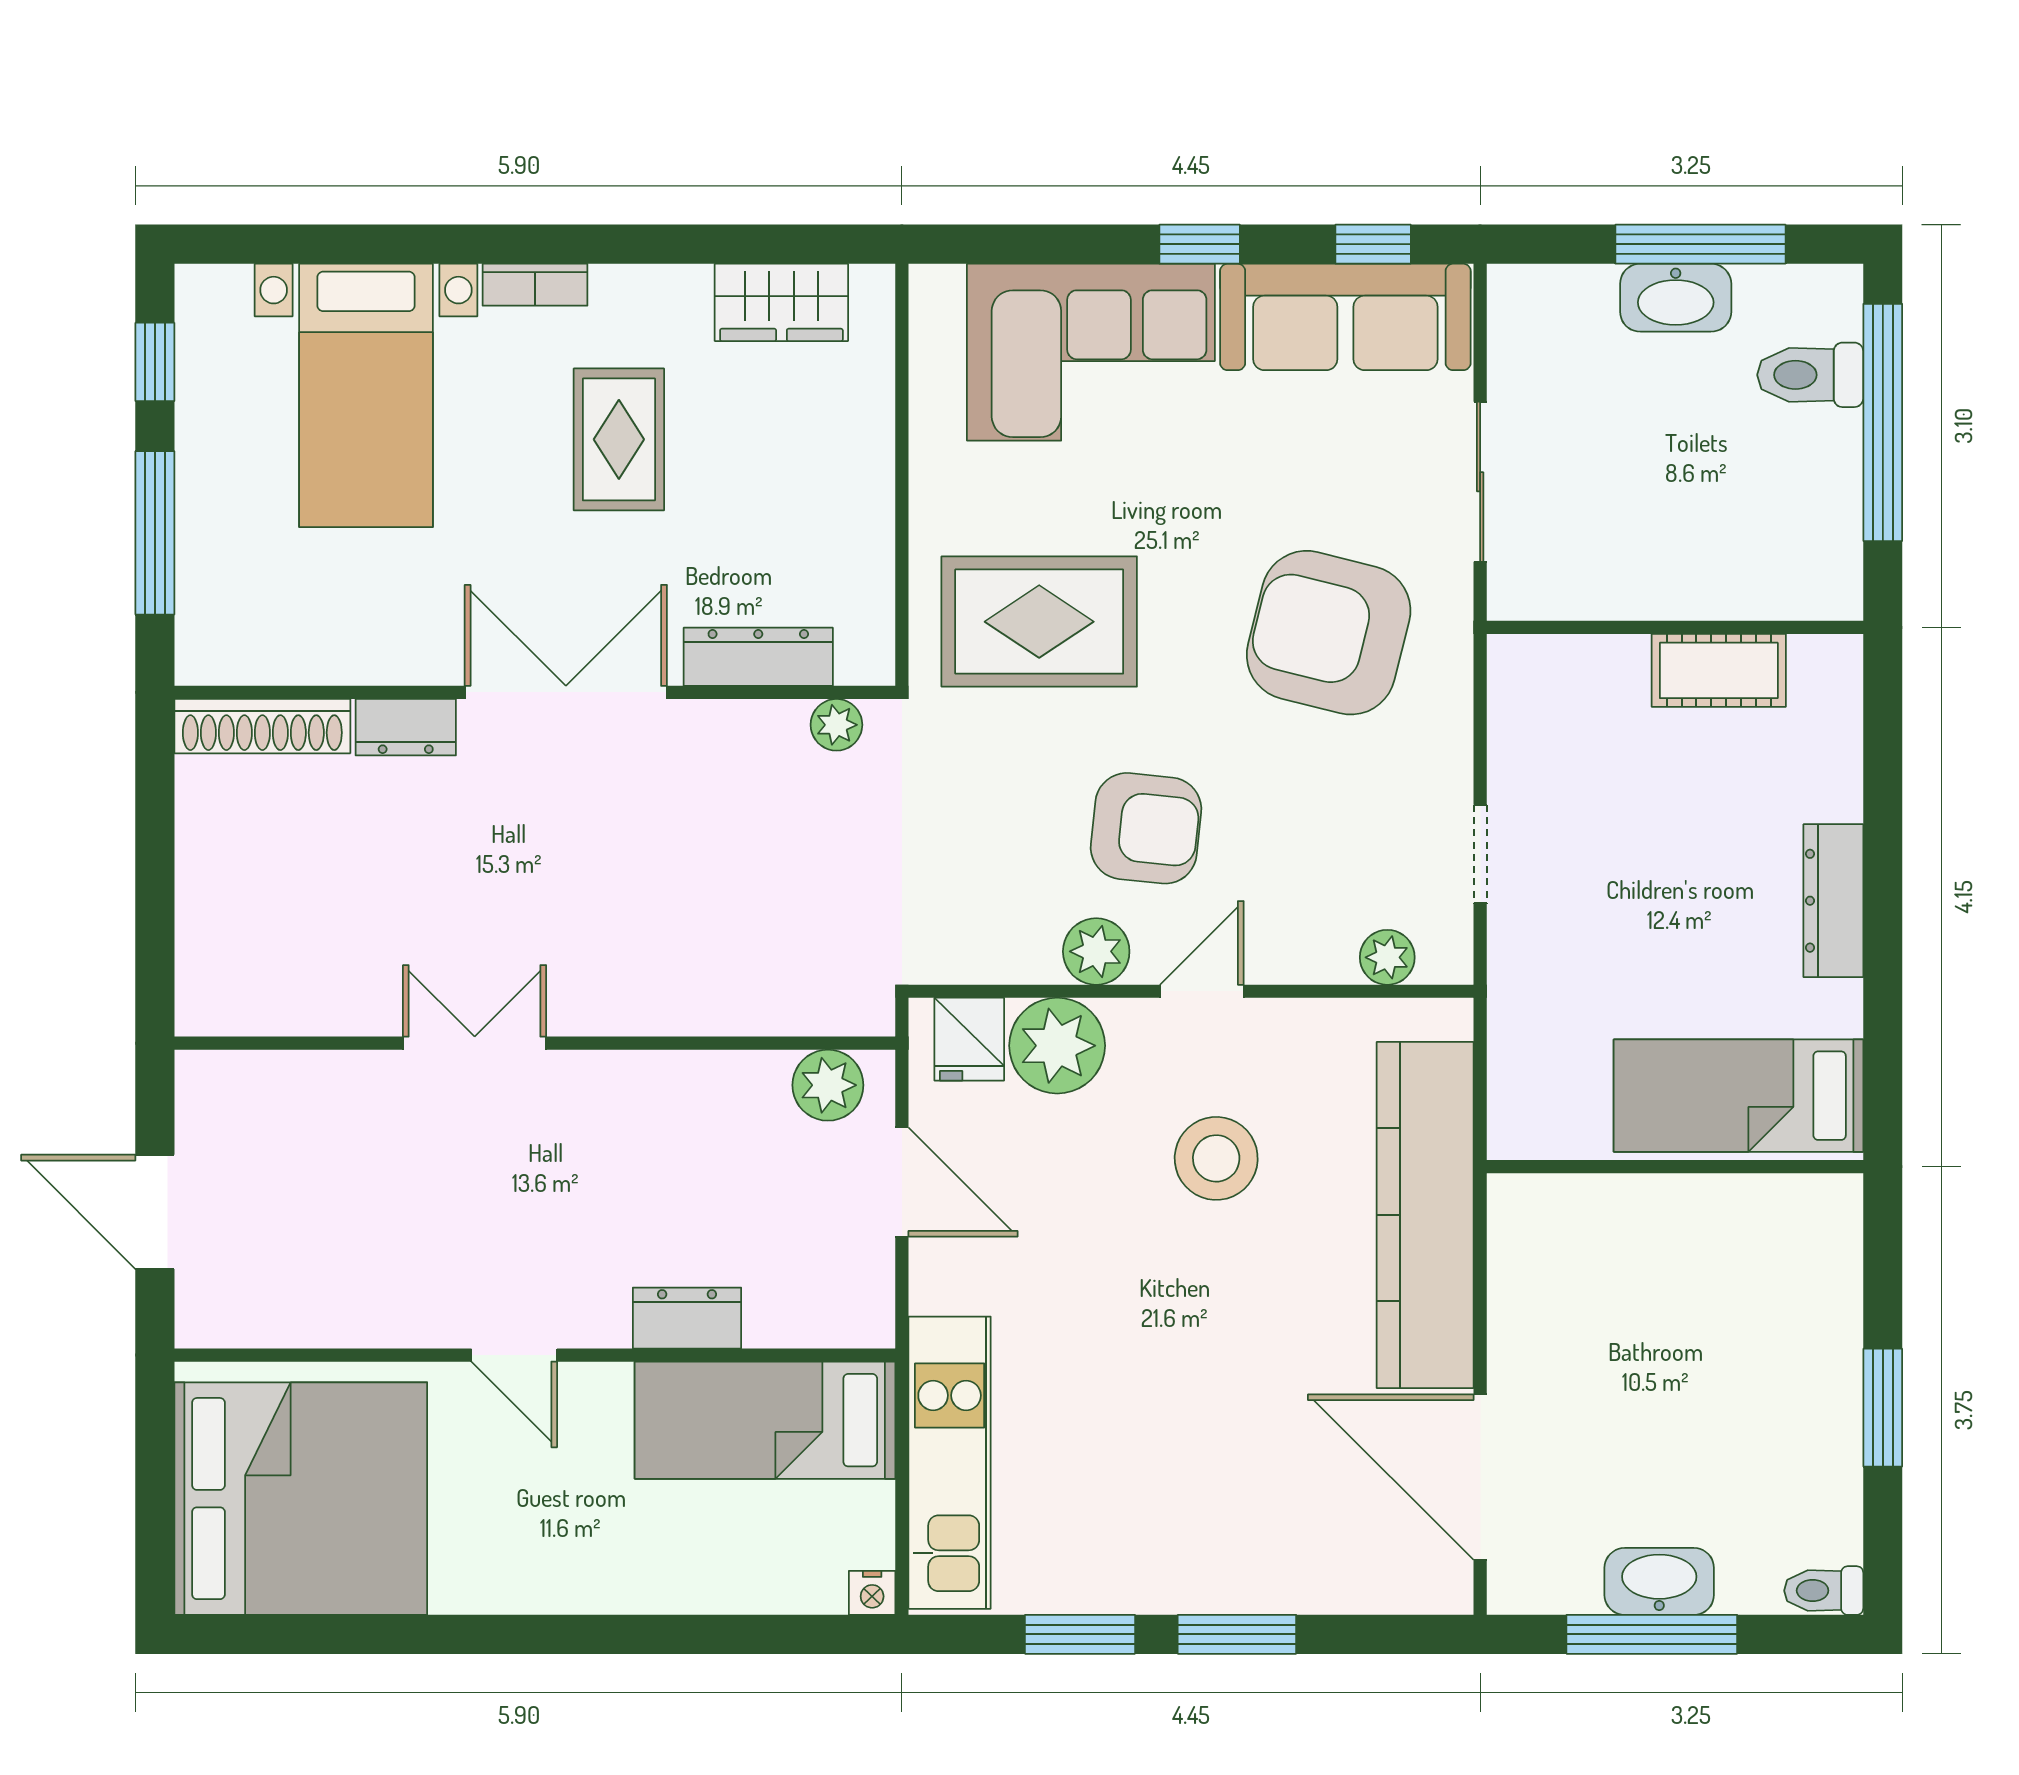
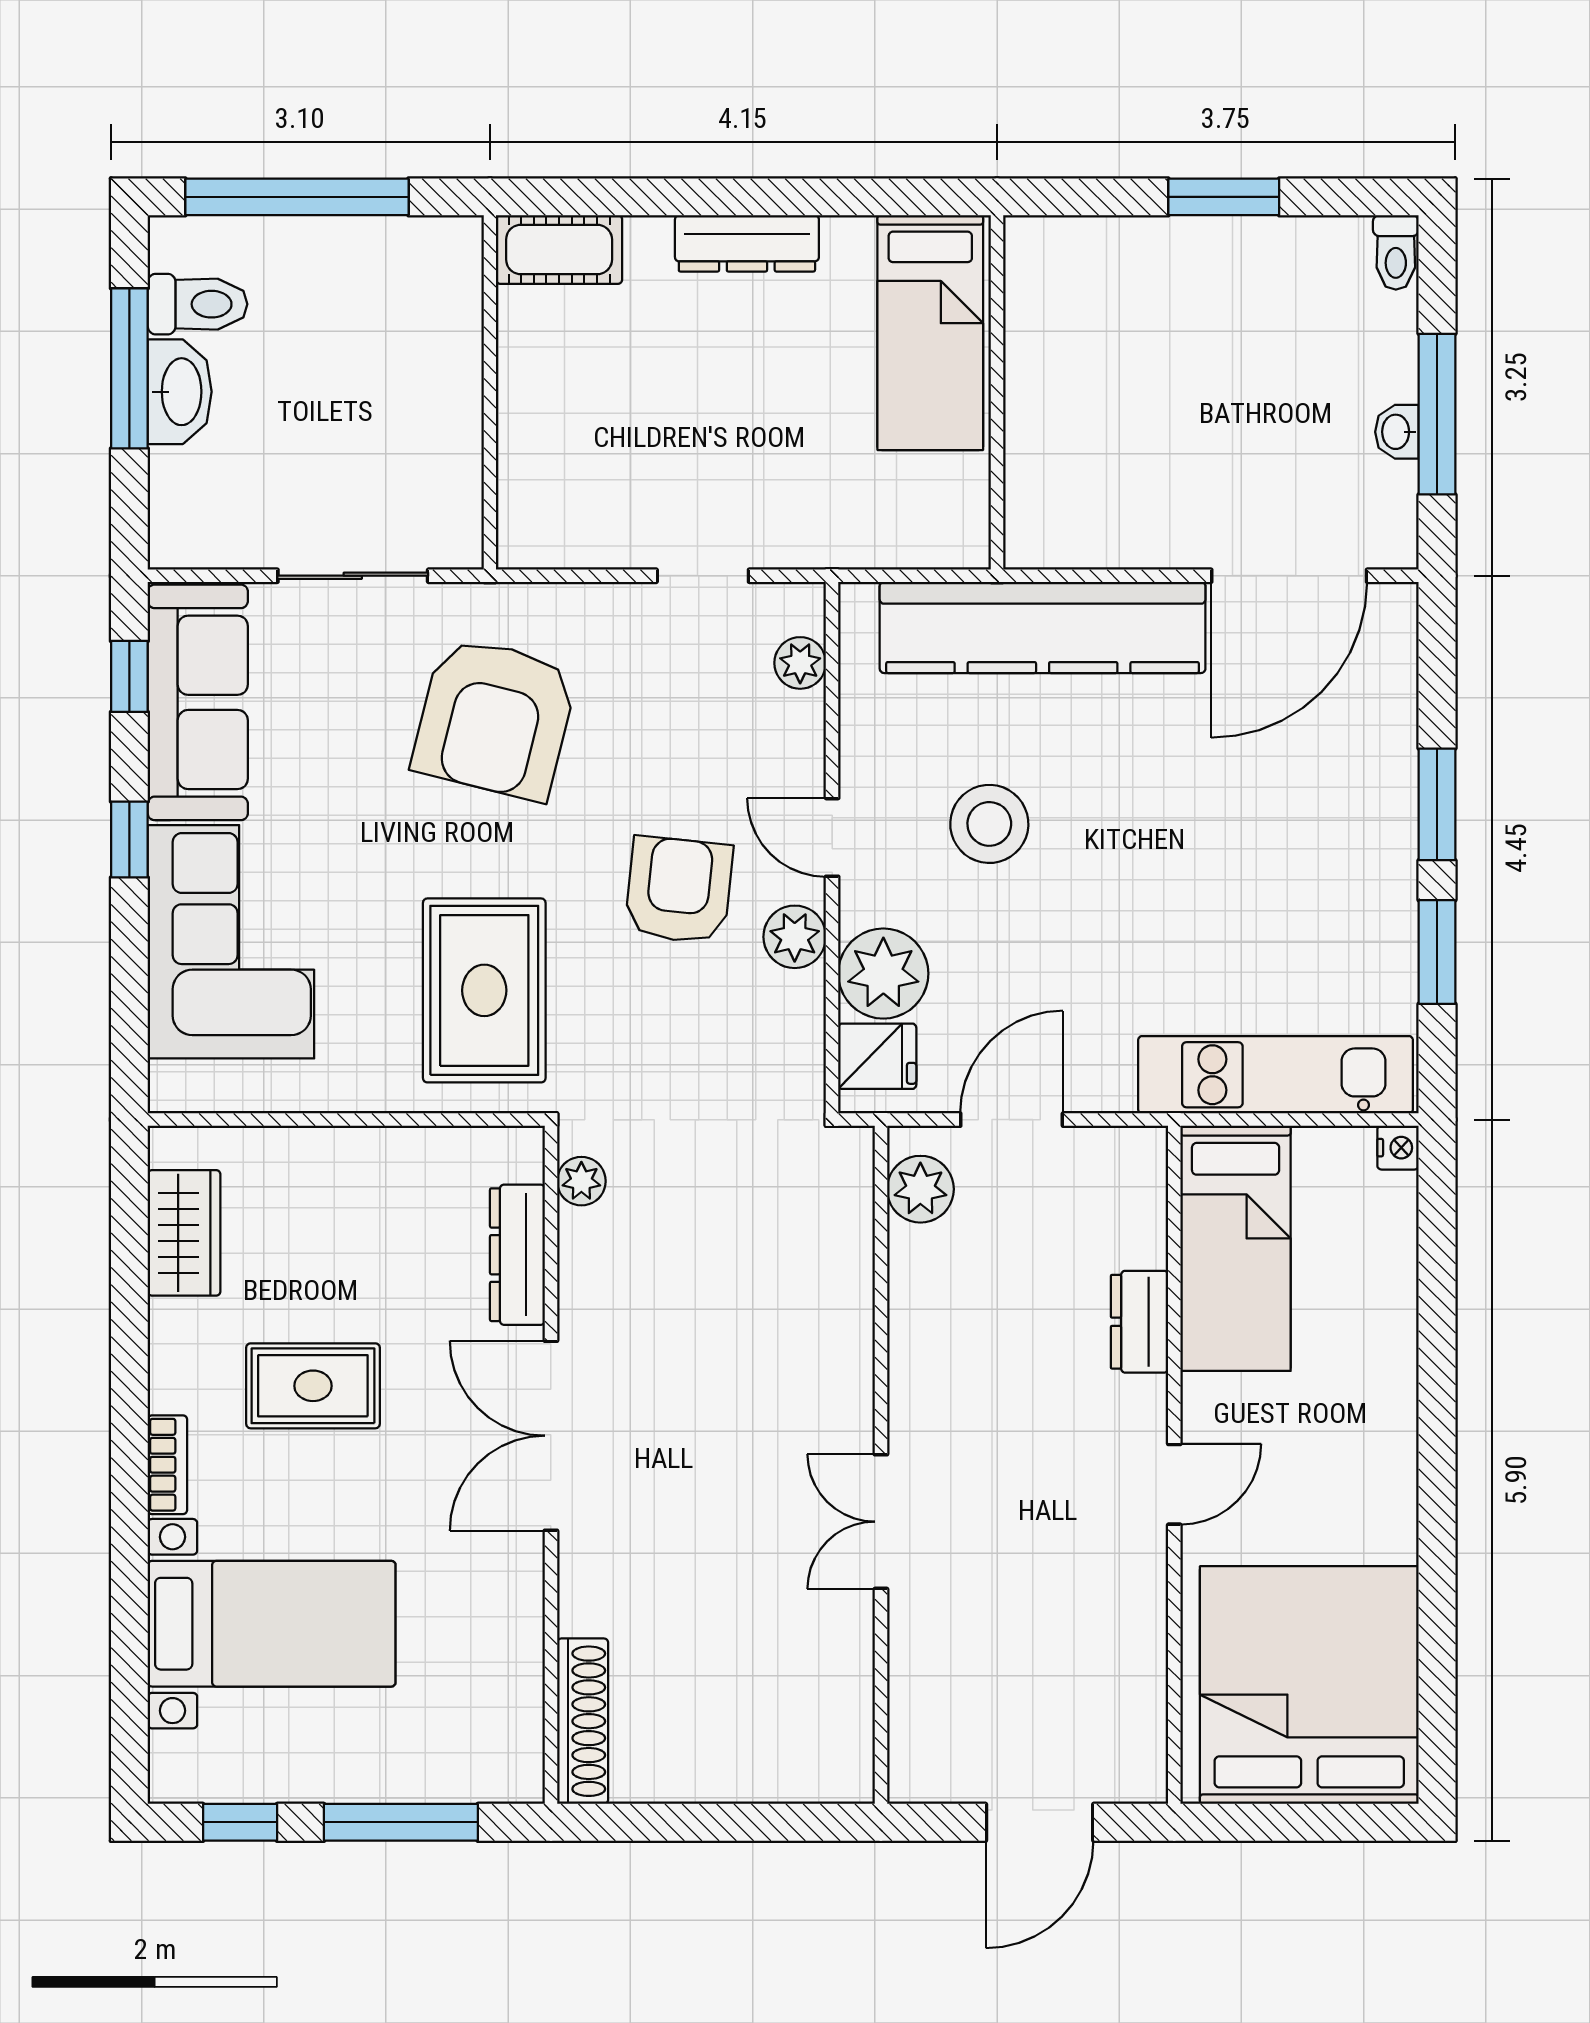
toilet: (1810, 375) -> (198, 304), moved, turned -90
cot: (1719, 670) -> (559, 250), moved, turned 90
dresser: (406, 727) -> (584, 1586), removed
washbasin: (1659, 1581) -> (1397, 432), width x0.52, depth x0.69

